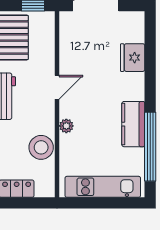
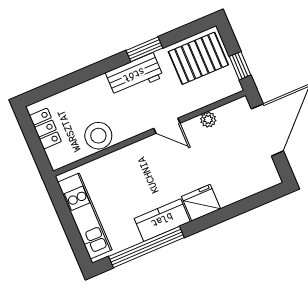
fridge: (133, 58) -> (201, 203), moved
plant: (66, 126) -> (208, 120), moved

